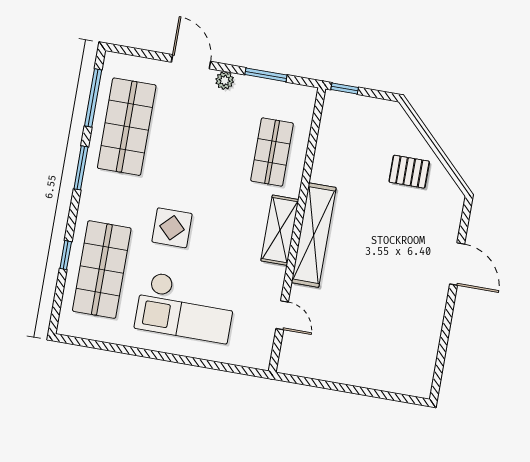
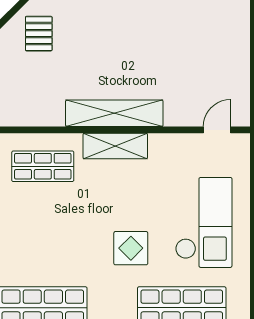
door: (282, 315) -> (217, 130), moved

